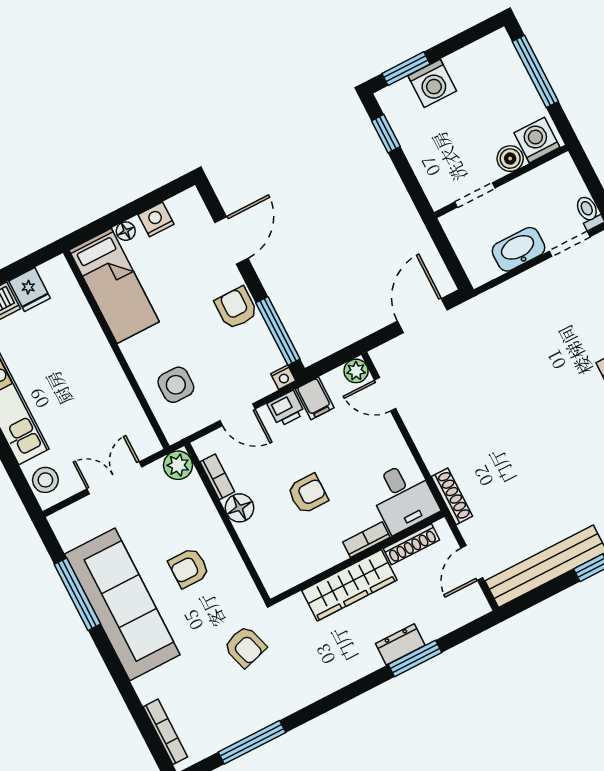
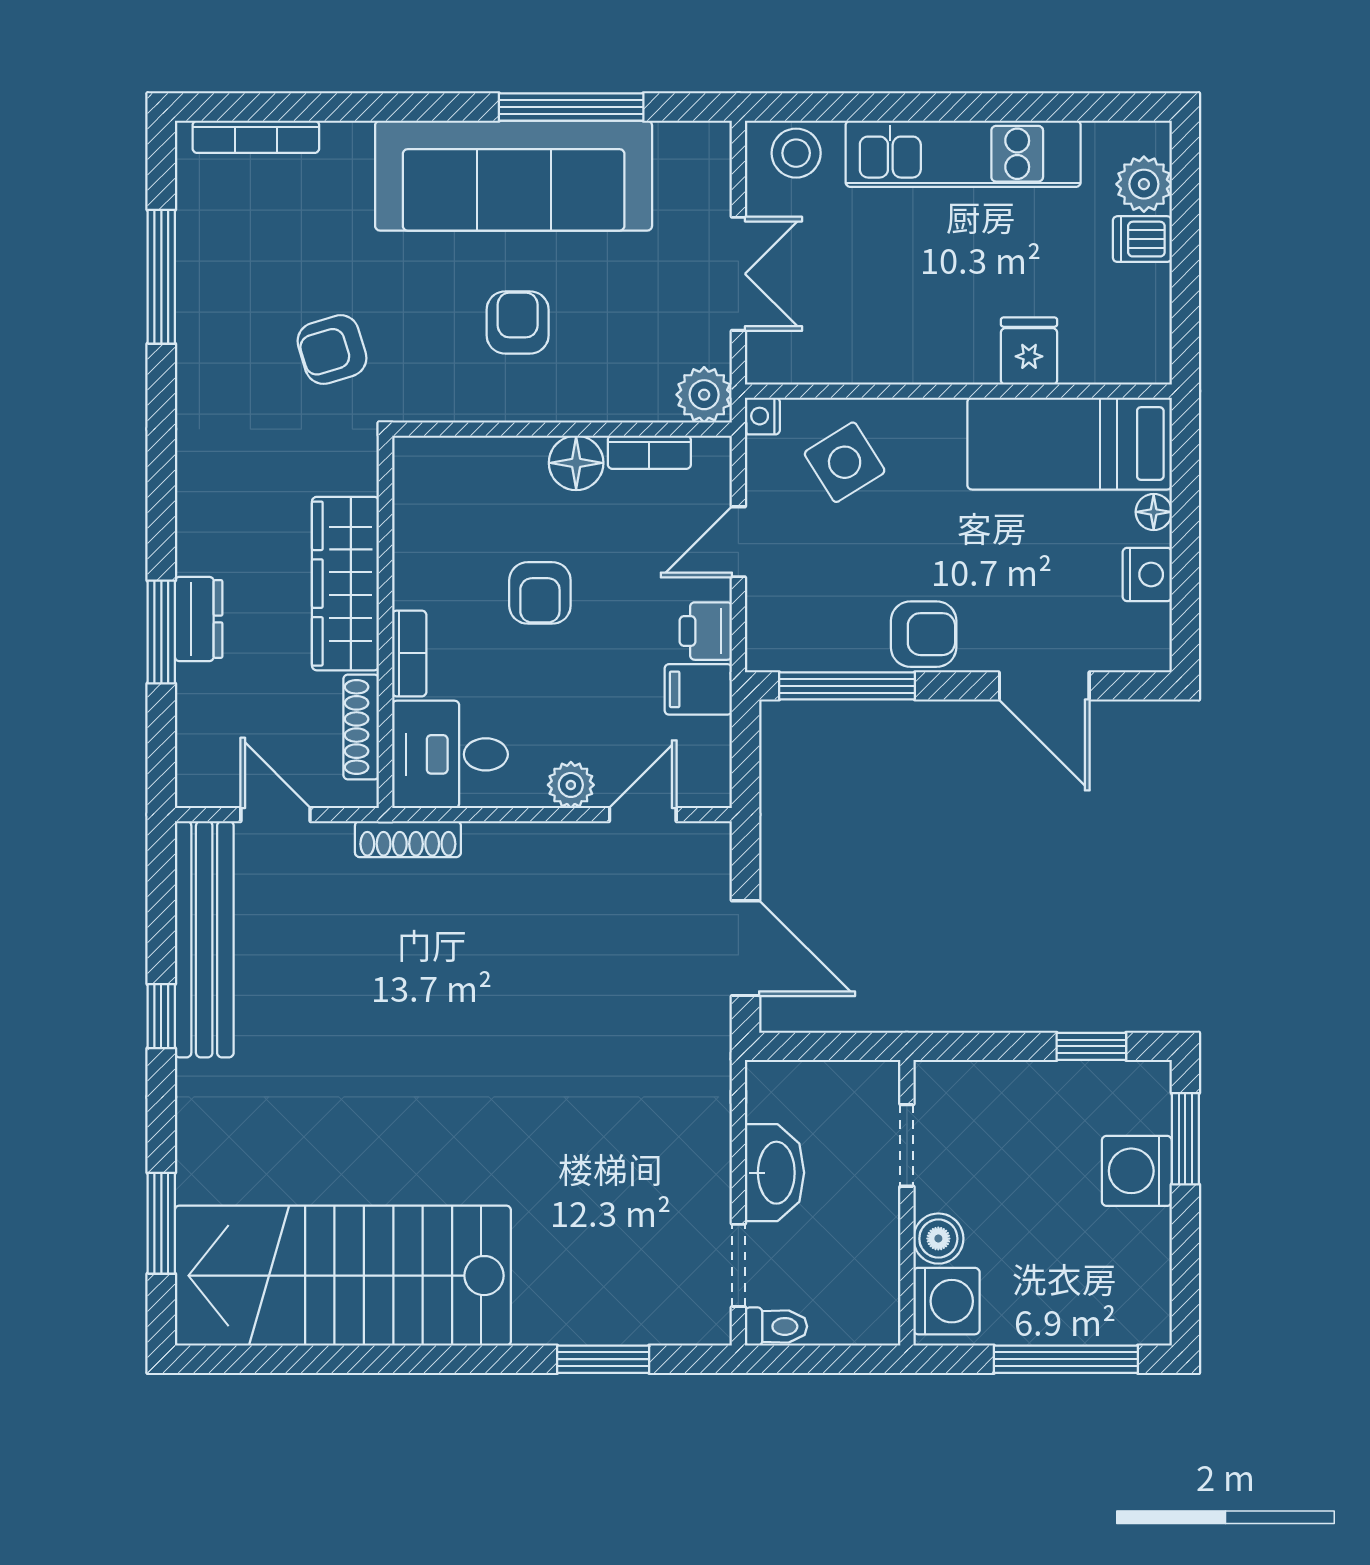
fridge: (30, 290) -> (1029, 351), moved, turned 90
plant: (356, 371) -> (571, 785), moved
nightstand: (283, 377) -> (762, 416), moved
side table: (176, 385) -> (845, 462), turned -32

